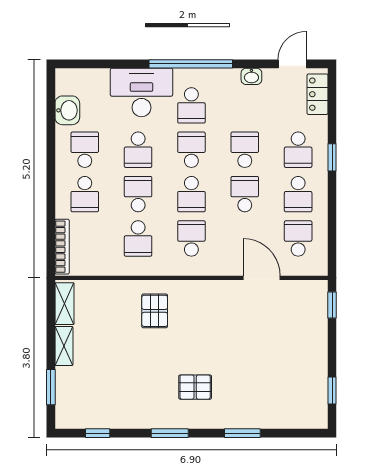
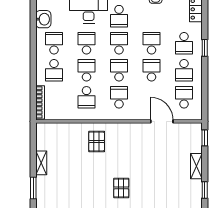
school desk: (138, 150) -> (86, 43), turned 180
school desk: (191, 194) -> (119, 70), turned 180
shelving: (65, 304) -> (196, 166), moved
pallet: (195, 387) -> (121, 188), turned 90

